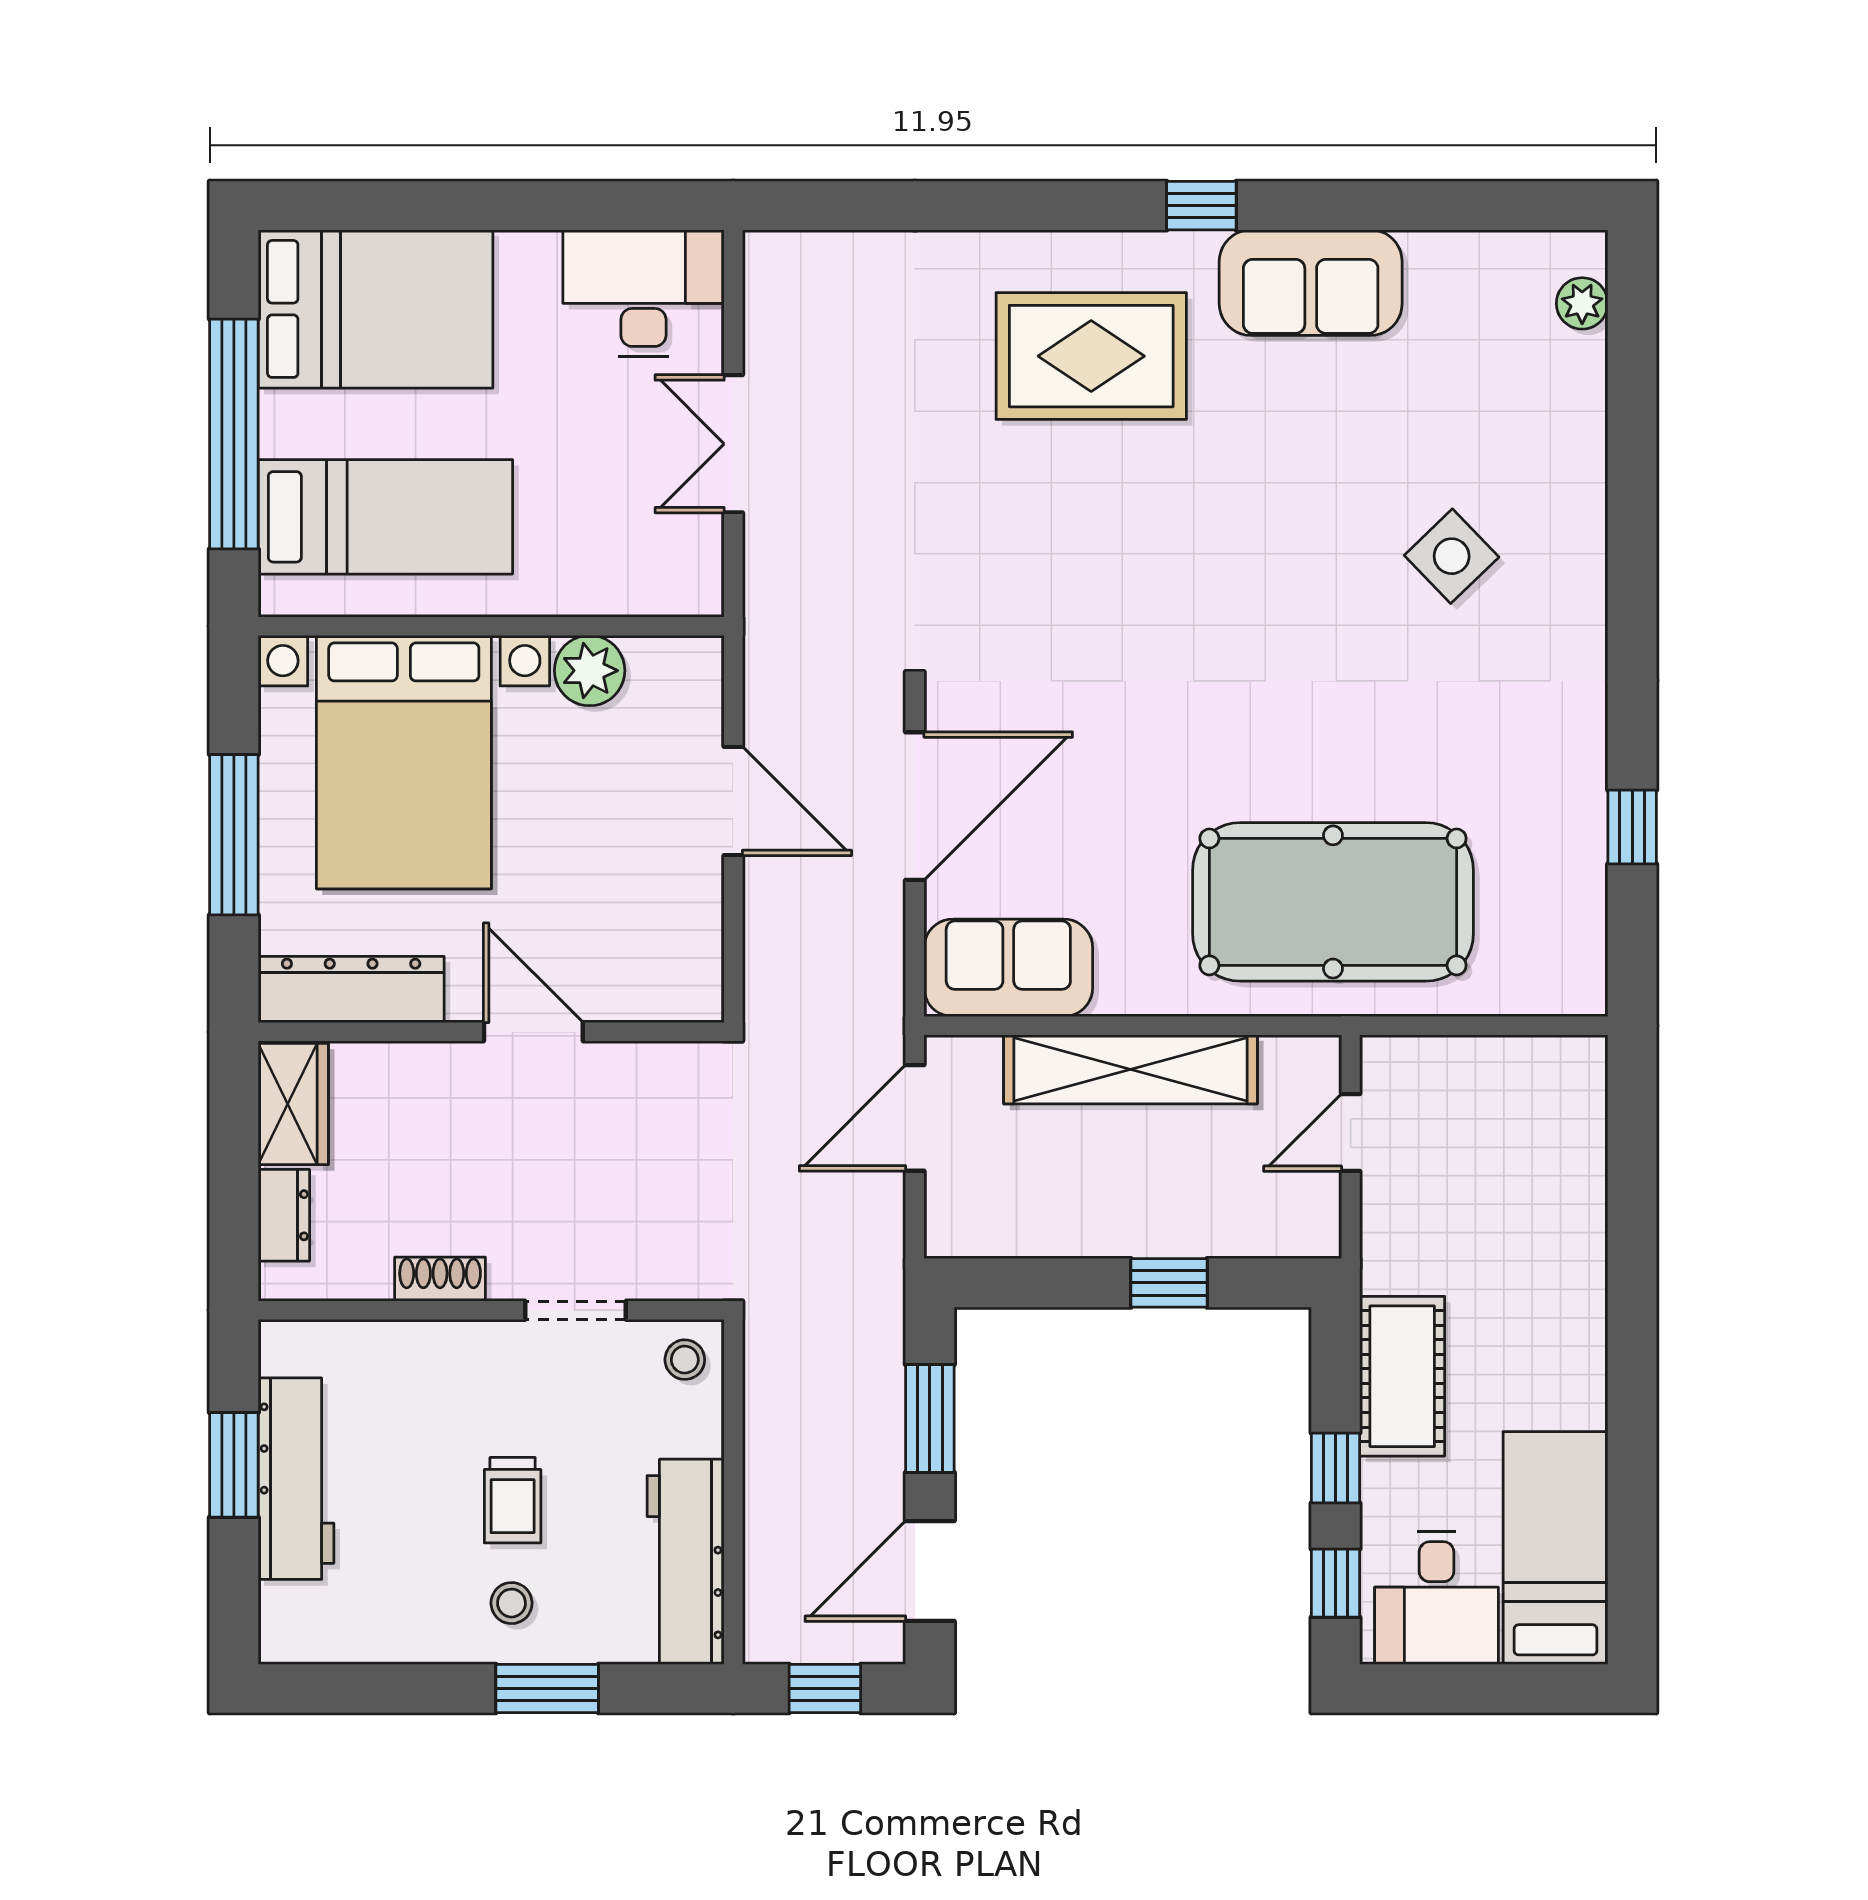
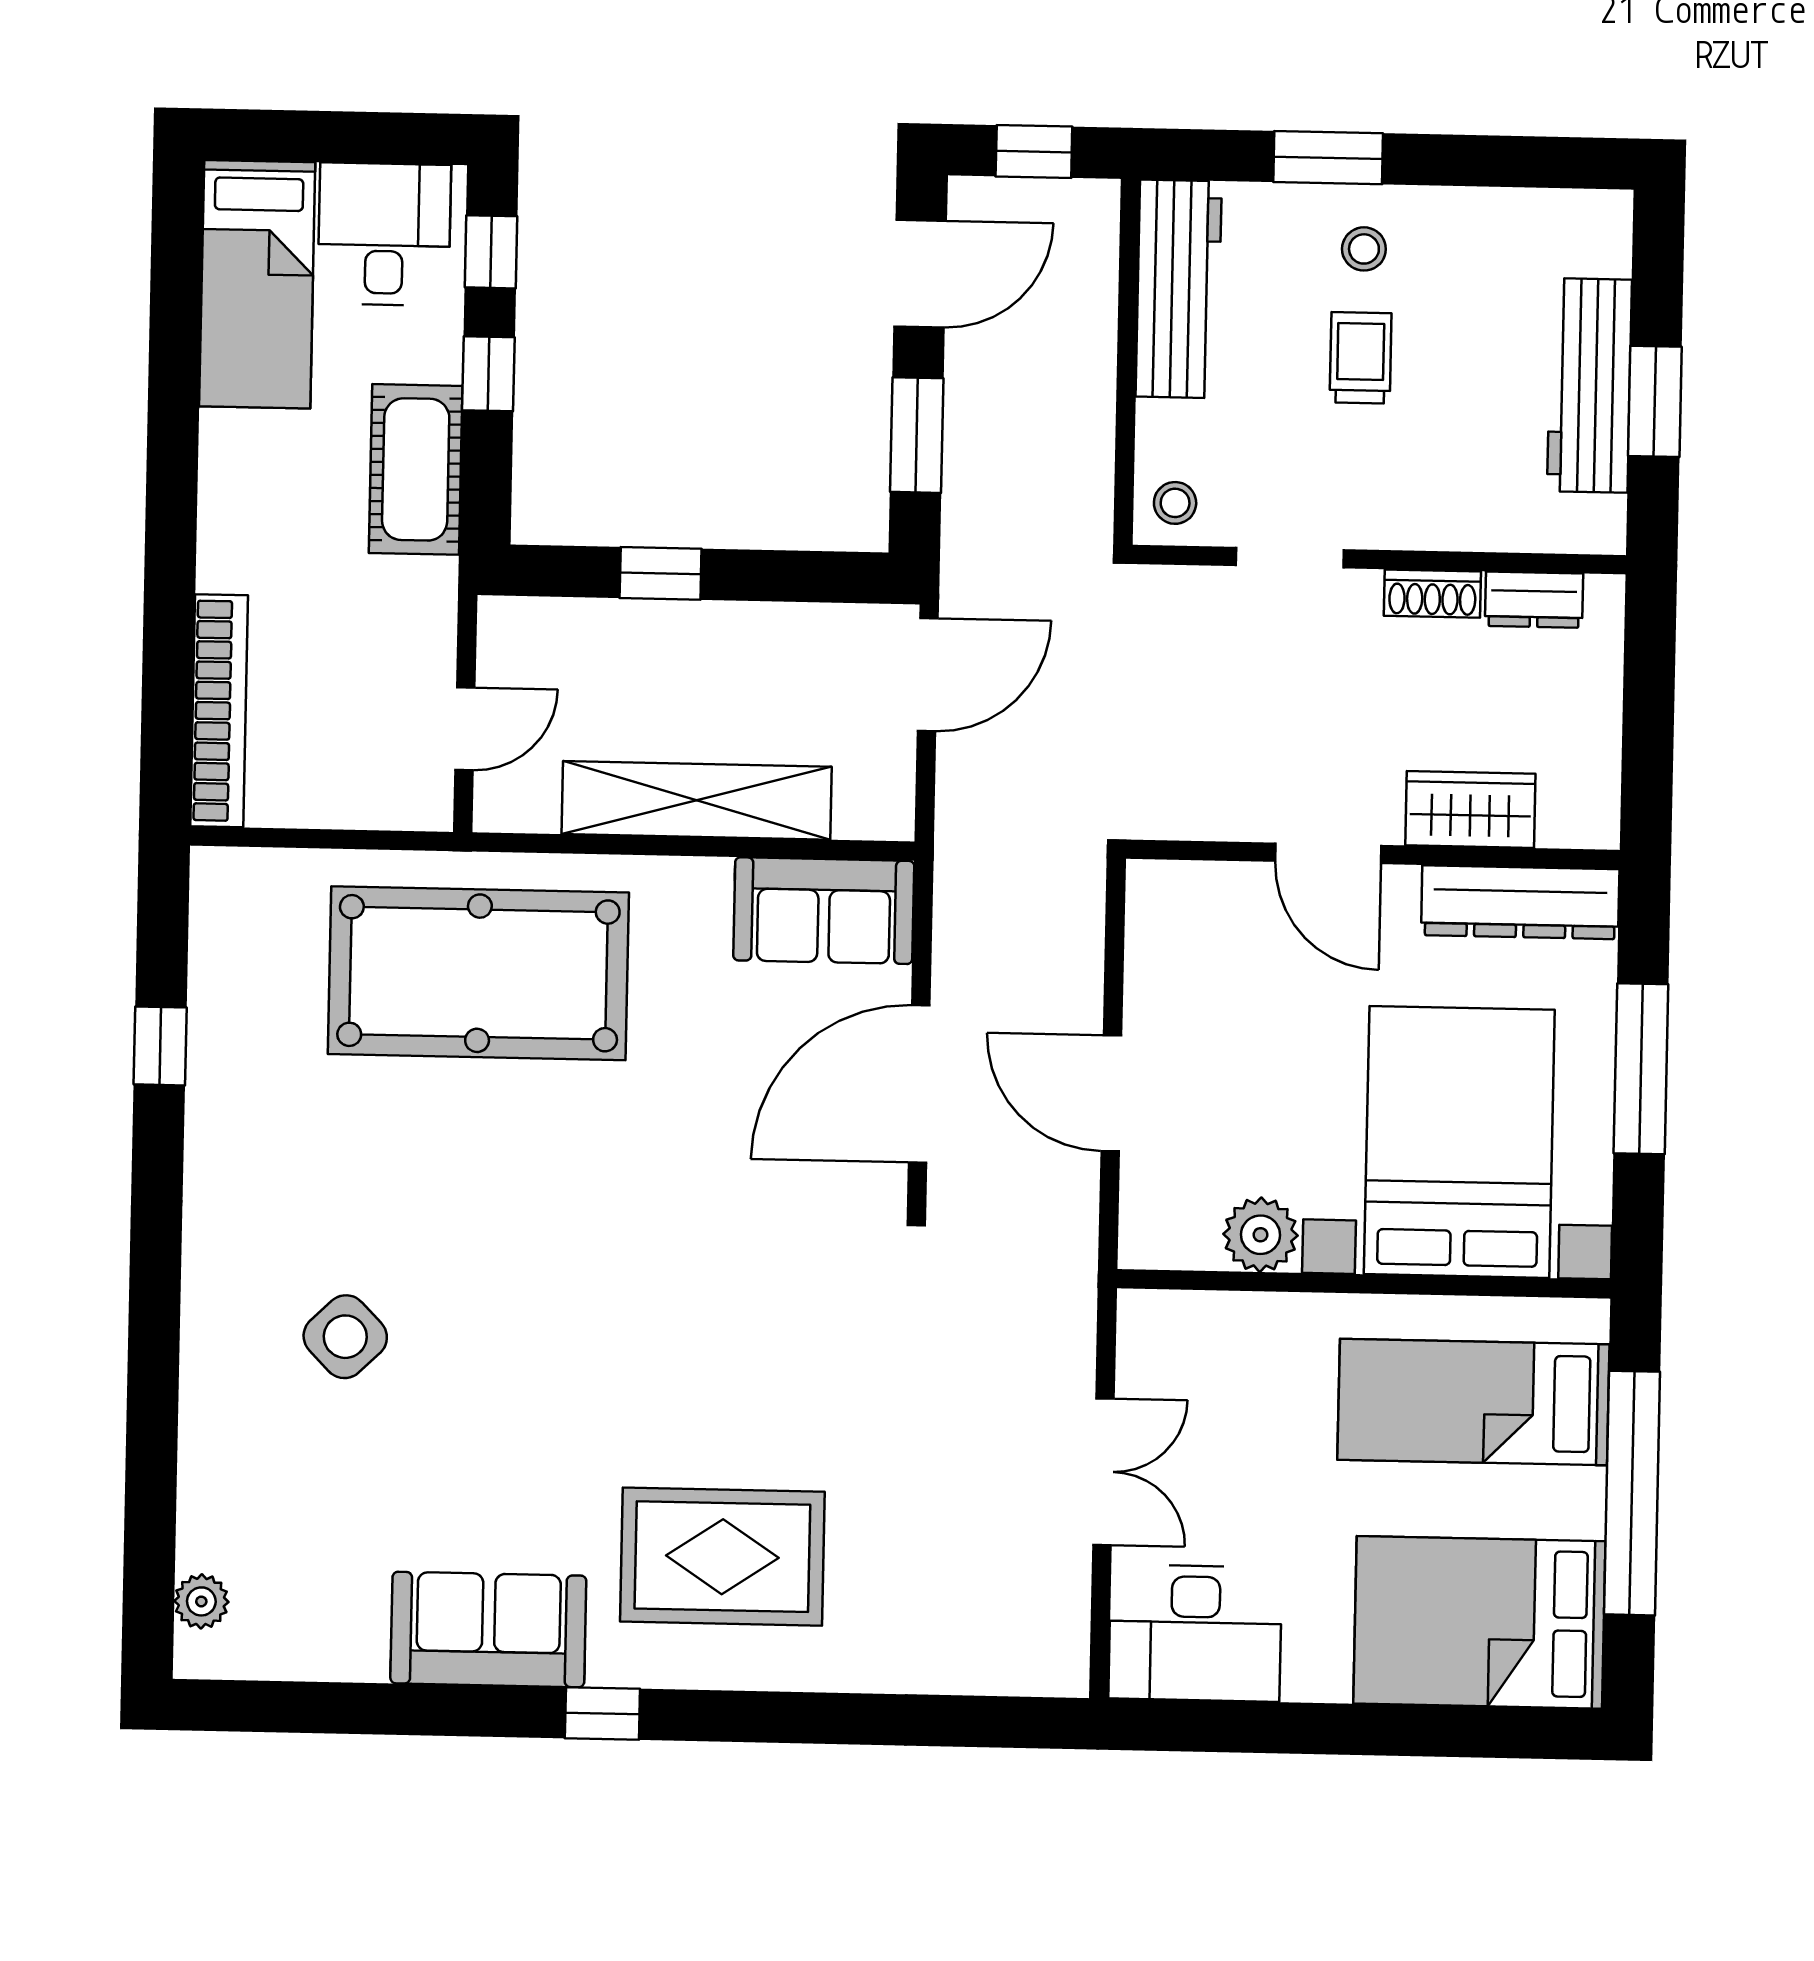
wardrobe: (293, 1104) -> (1470, 810), moved, turned 90
door: (915, 1118) -> (928, 674), moved
bookcase: (1583, 1144) -> (219, 711), added
dresser: (284, 1215) -> (1534, 600), moved, turned -90

